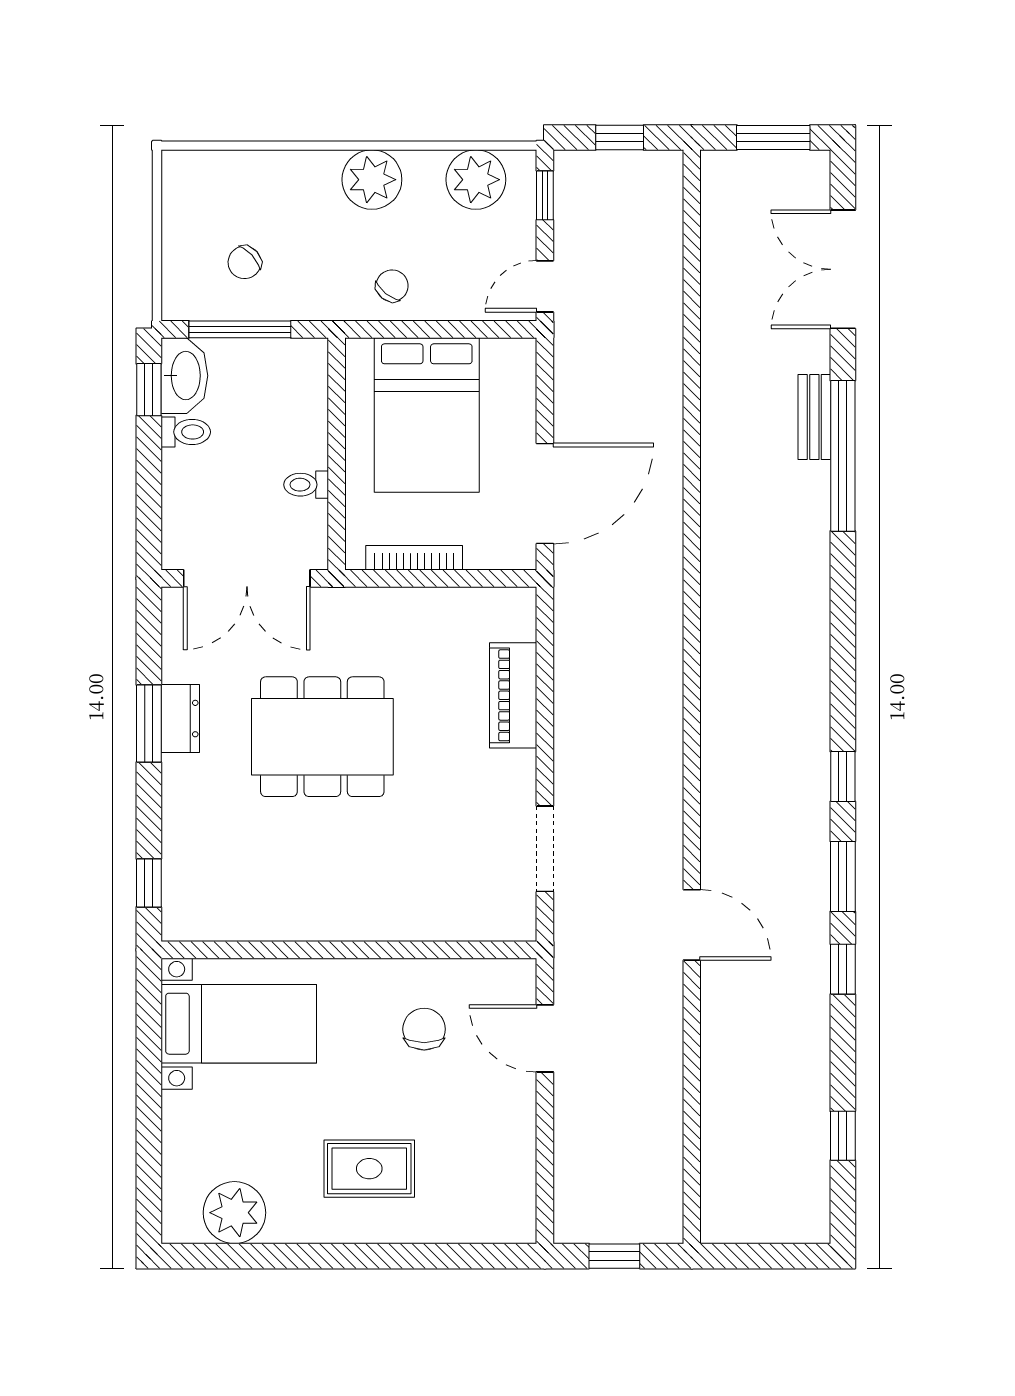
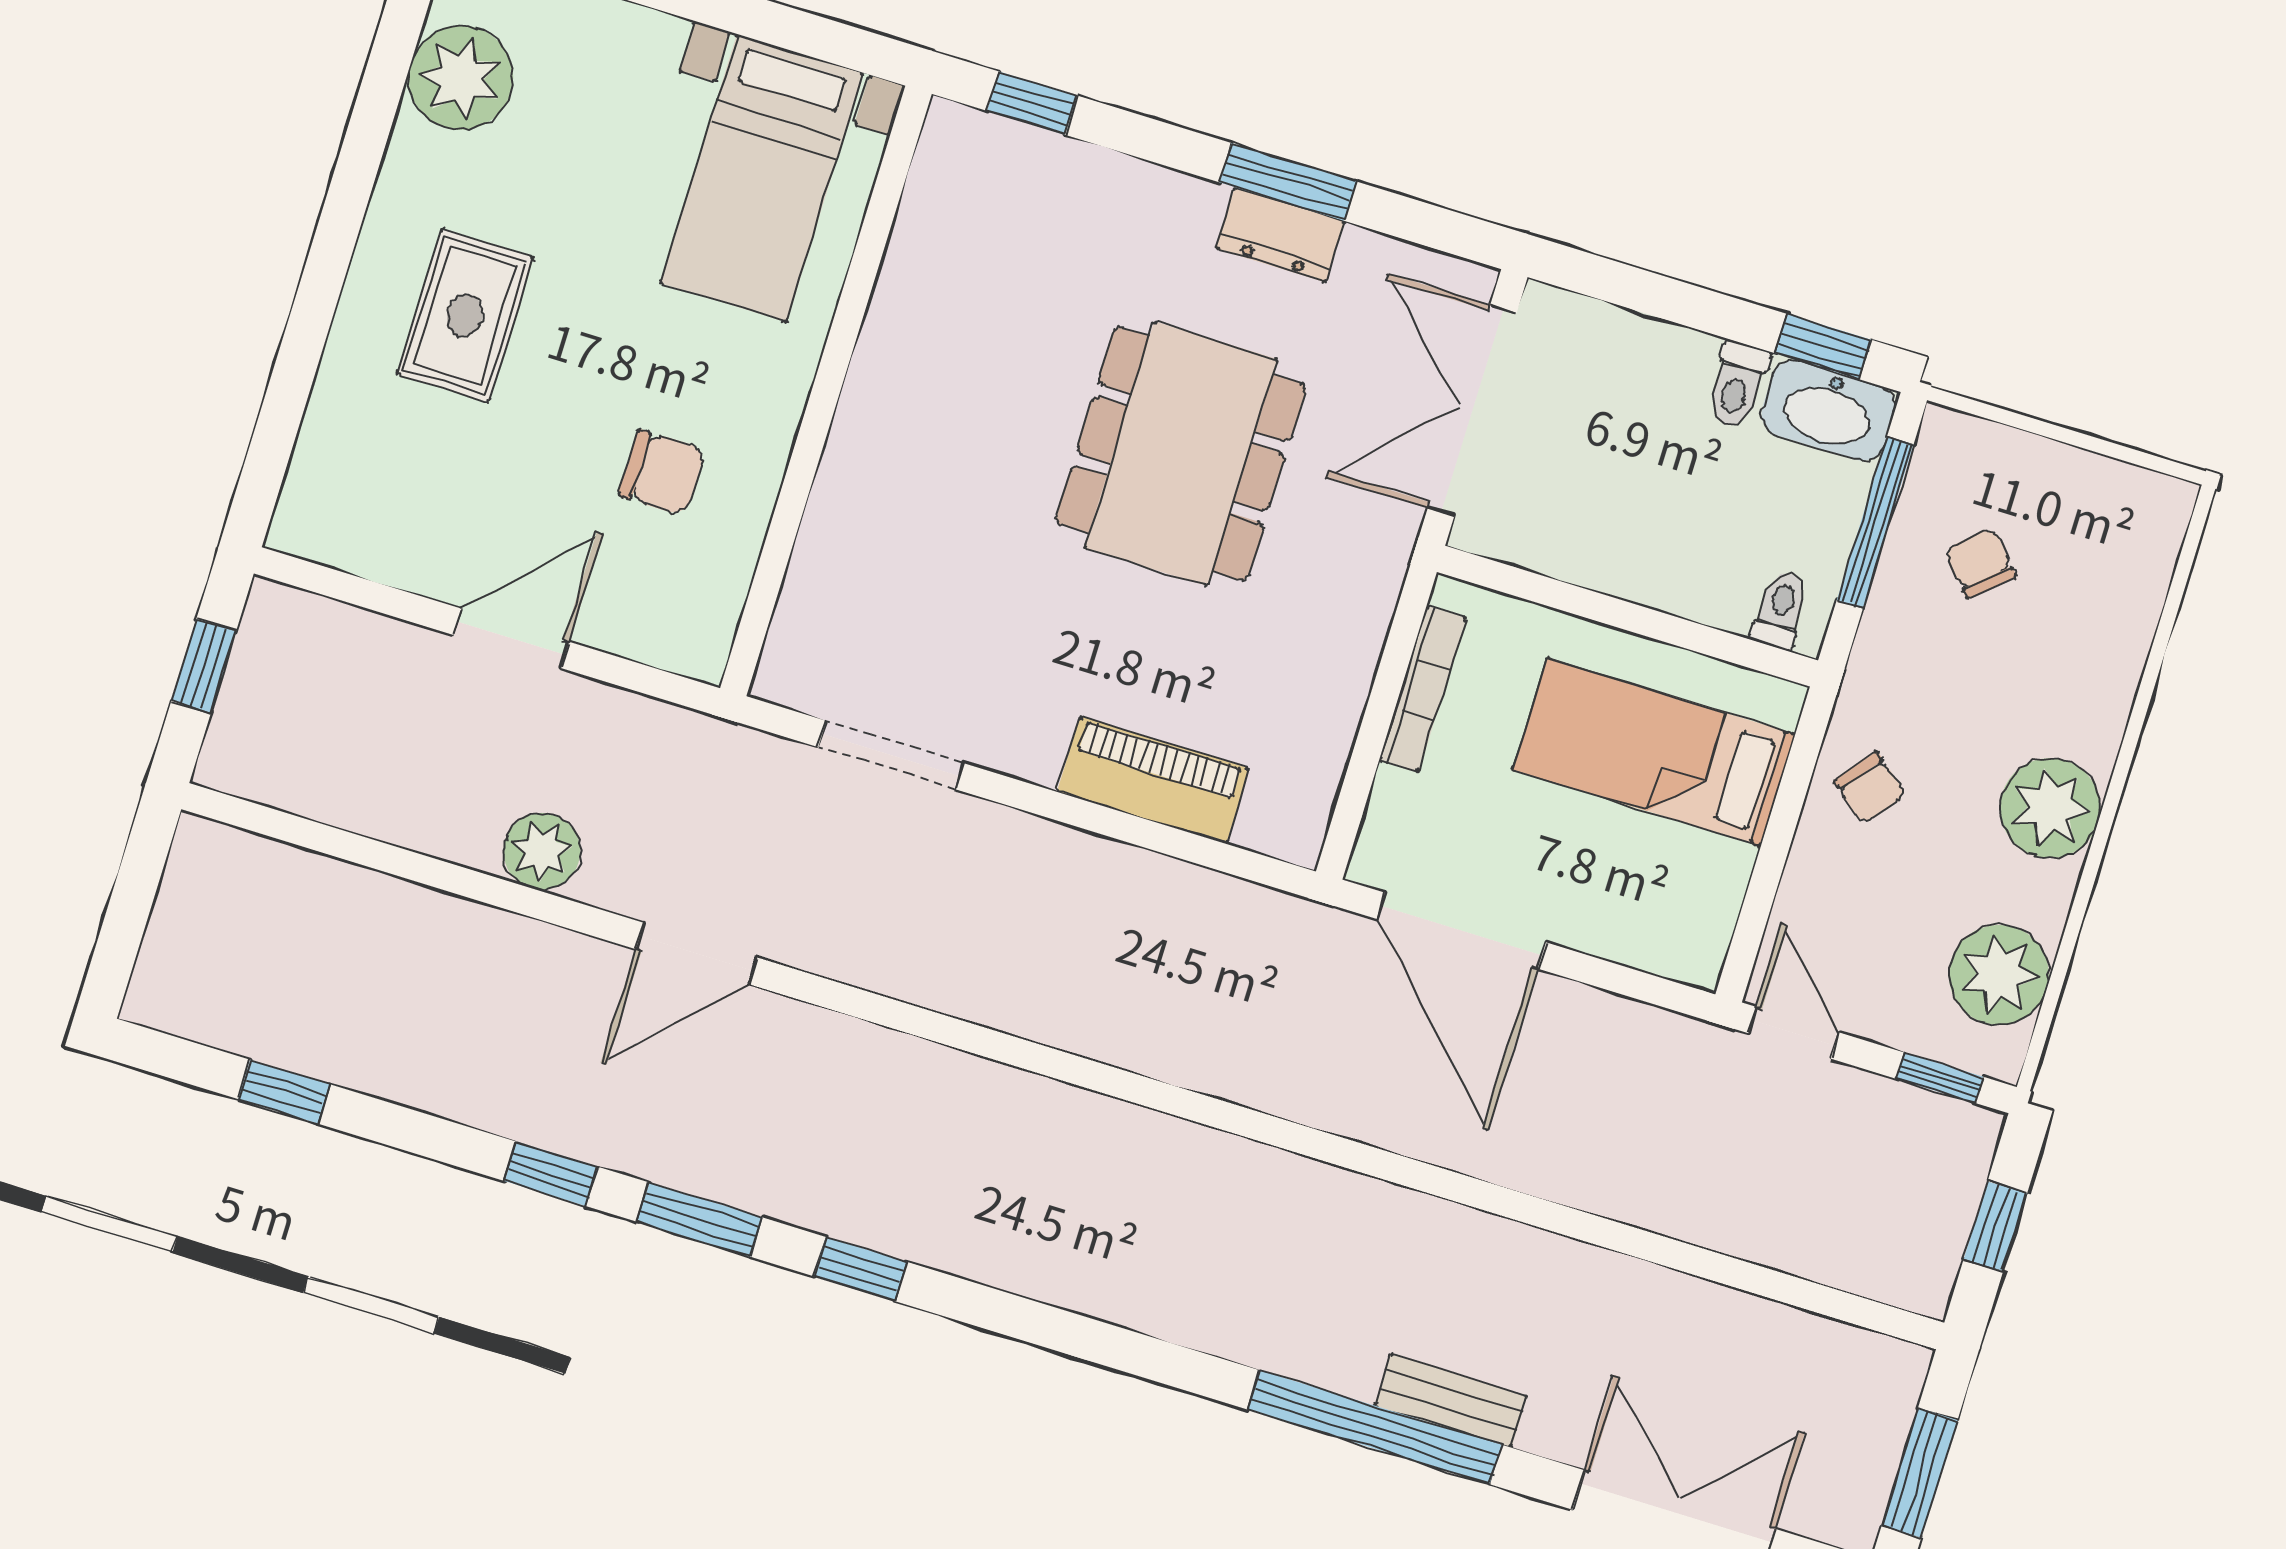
bed: (427, 415) -> (1654, 752), width x0.67
toilet: (306, 485) -> (1780, 610), moved
plant: (661, 1031) -> (542, 851), added
door: (545, 1038) -> (511, 638), moved

